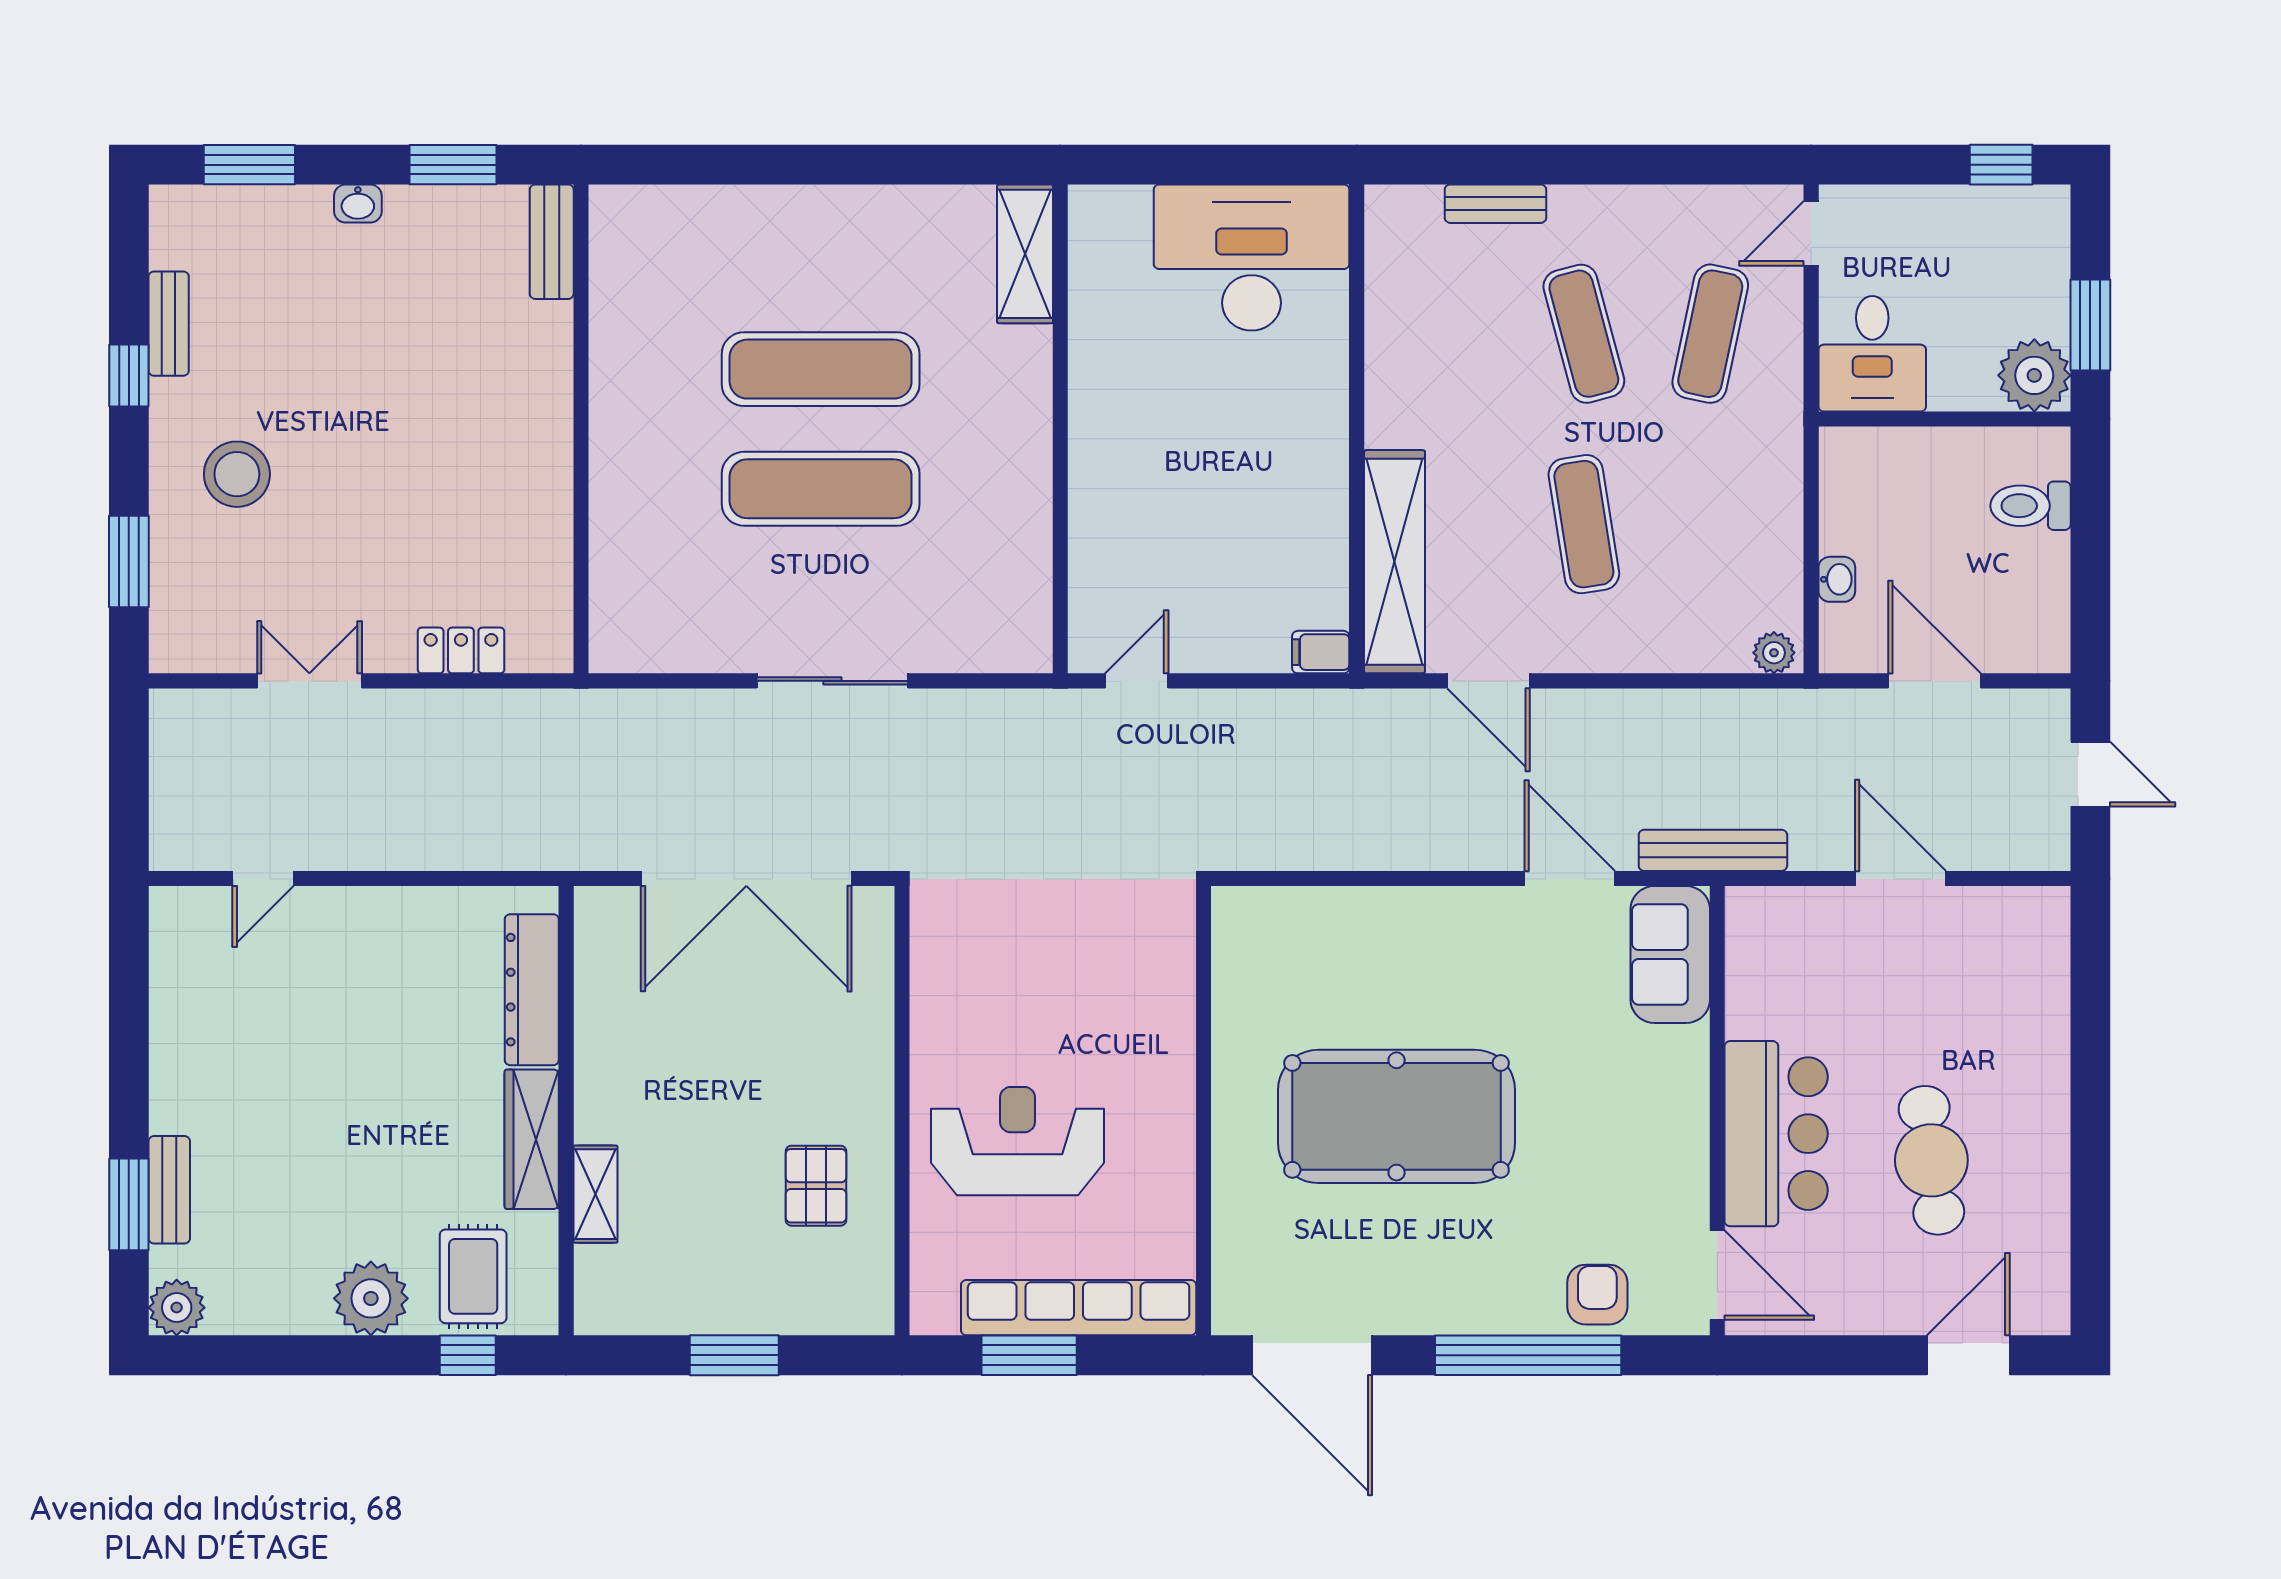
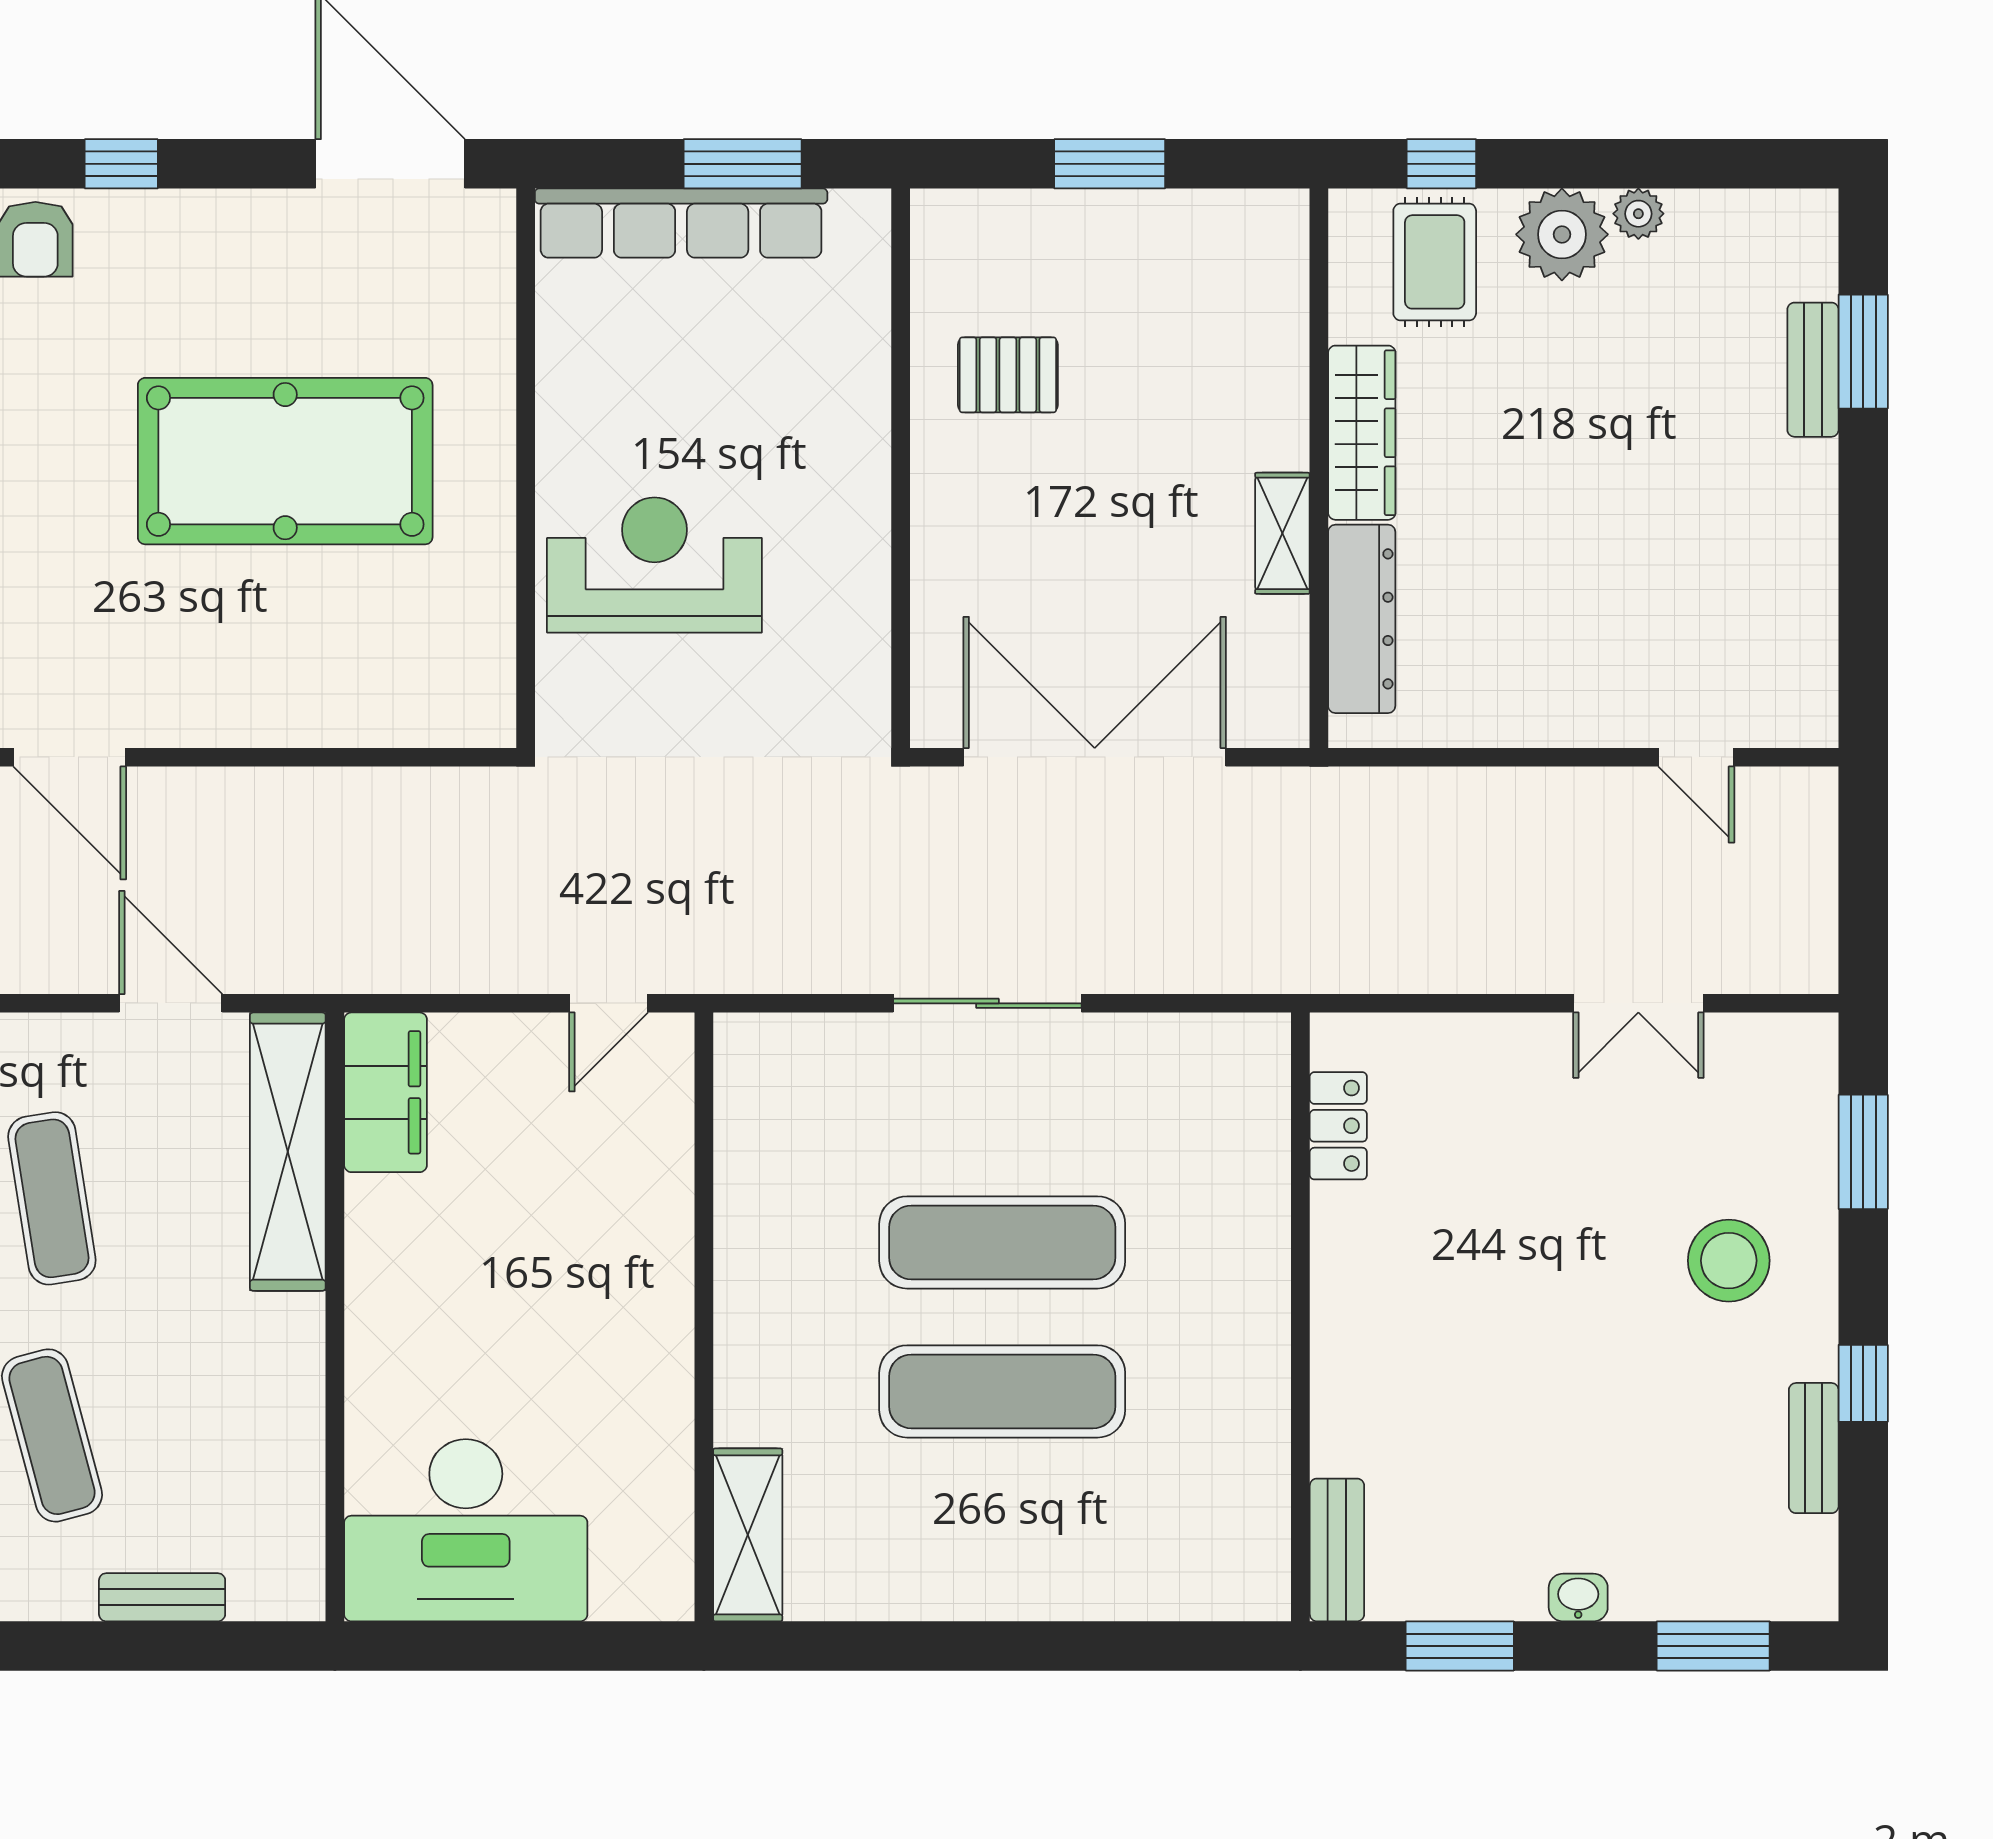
locker: (461, 650) -> (1338, 1126), moved, turned -90
filing cabinet: (1321, 652) -> (386, 1092), width x3.00, depth x1.17
door: (263, 879) -> (1696, 757), swing flipped
reception desk: (1017, 1141) -> (654, 565), moved, turned 180
pallet: (816, 1186) -> (1008, 375), turned 90
shelving: (595, 1194) -> (1282, 533), moved
plant: (177, 1308) -> (1638, 214), moved, width x0.73, depth x0.73
window: (1528, 1355) -> (121, 164), width x0.32

